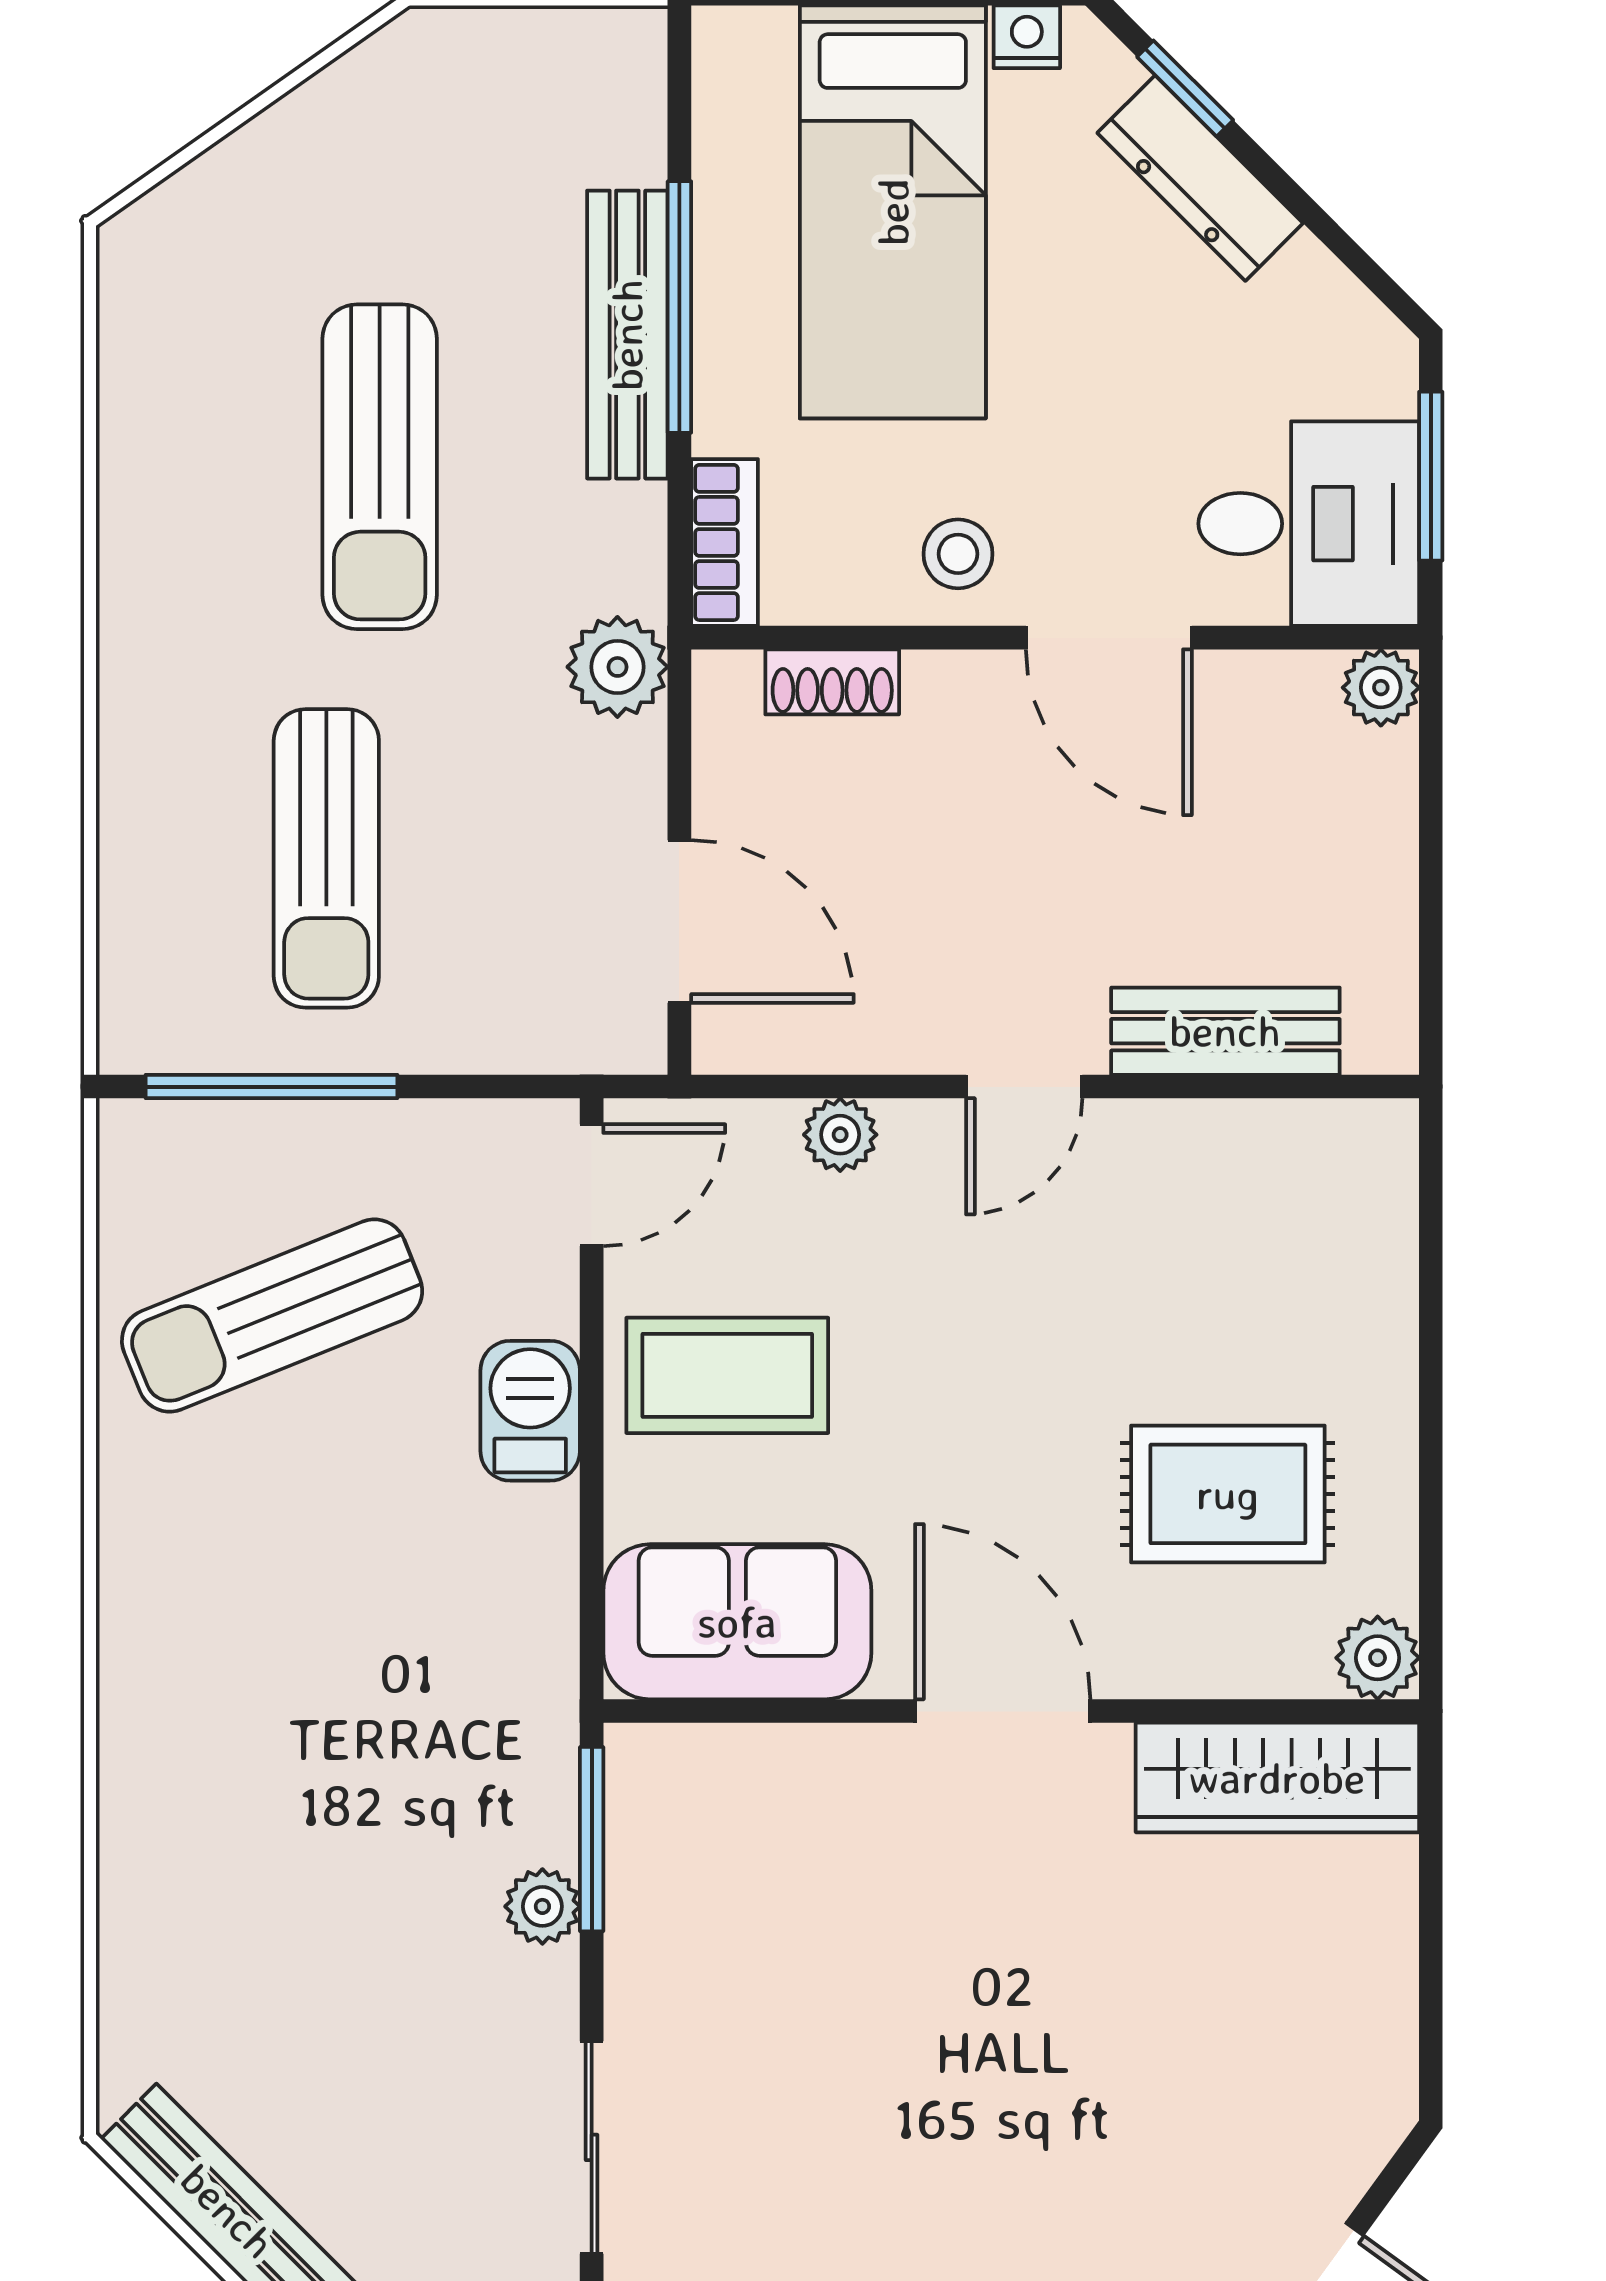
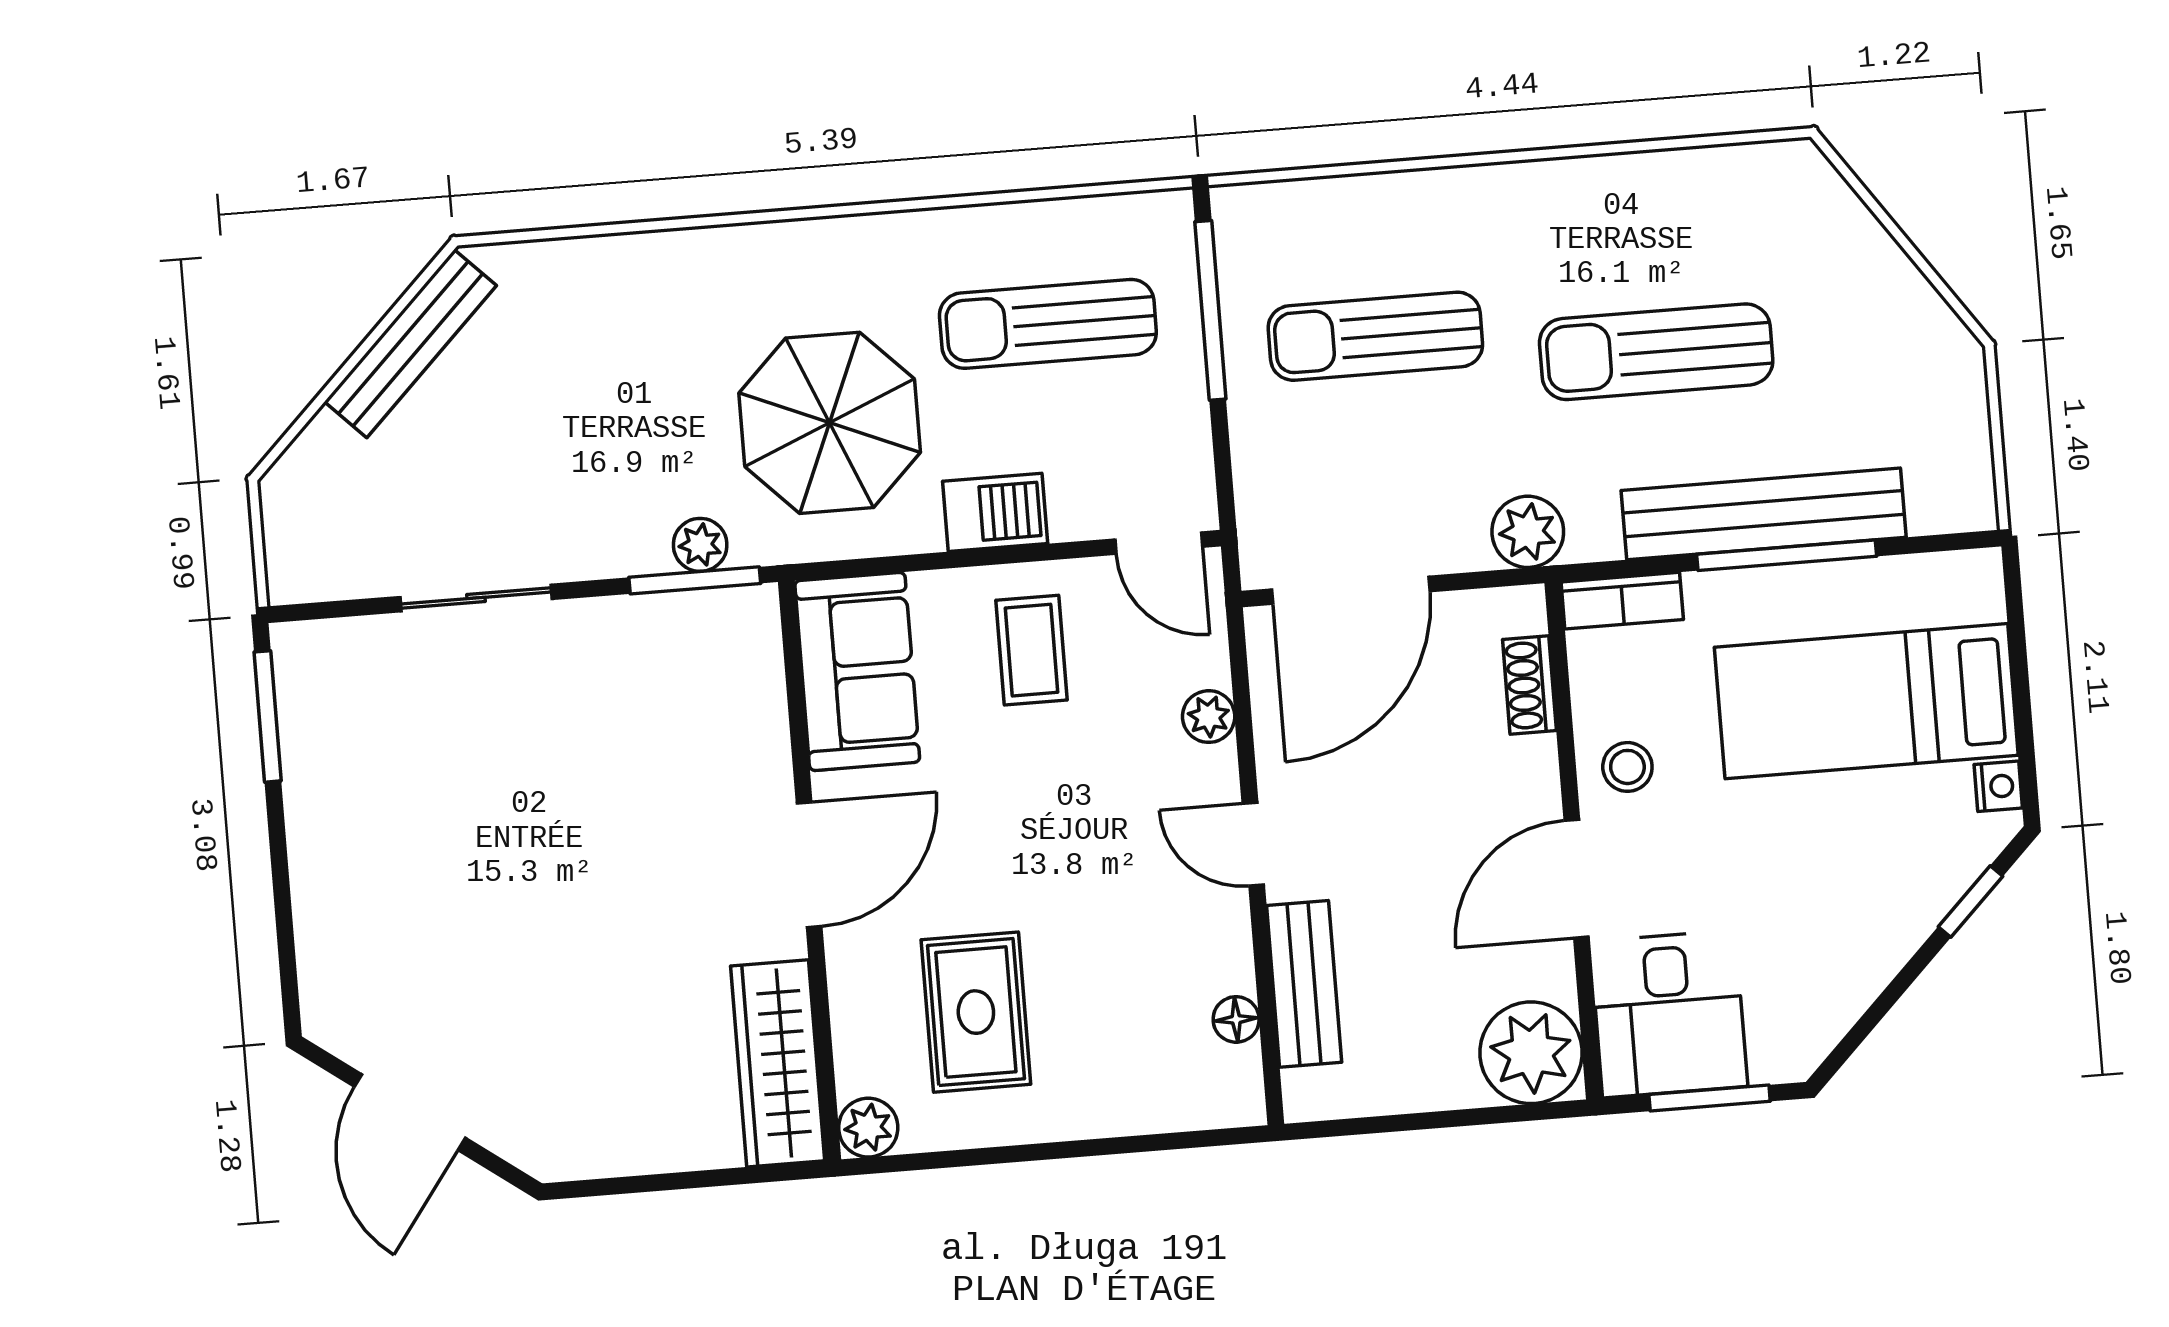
dresser: (1200, 178) -> (1908, 917), removed
bench: (627, 335) -> (1764, 514), width x1.37, depth x1.21
plant: (1381, 688) -> (1531, 1053), width x1.88, depth x1.88
door: (679, 922) -> (1351, 590), width x1.36
floor lamp: (1267, 1130) -> (1236, 1019), added
sun lounger: (272, 1316) -> (1048, 324), turned -68
coffee table: (727, 1375) -> (1031, 650), width x0.73, depth x0.77
parasol: (386, 1632) -> (830, 423), added
plant: (542, 1906) -> (700, 545), moved

